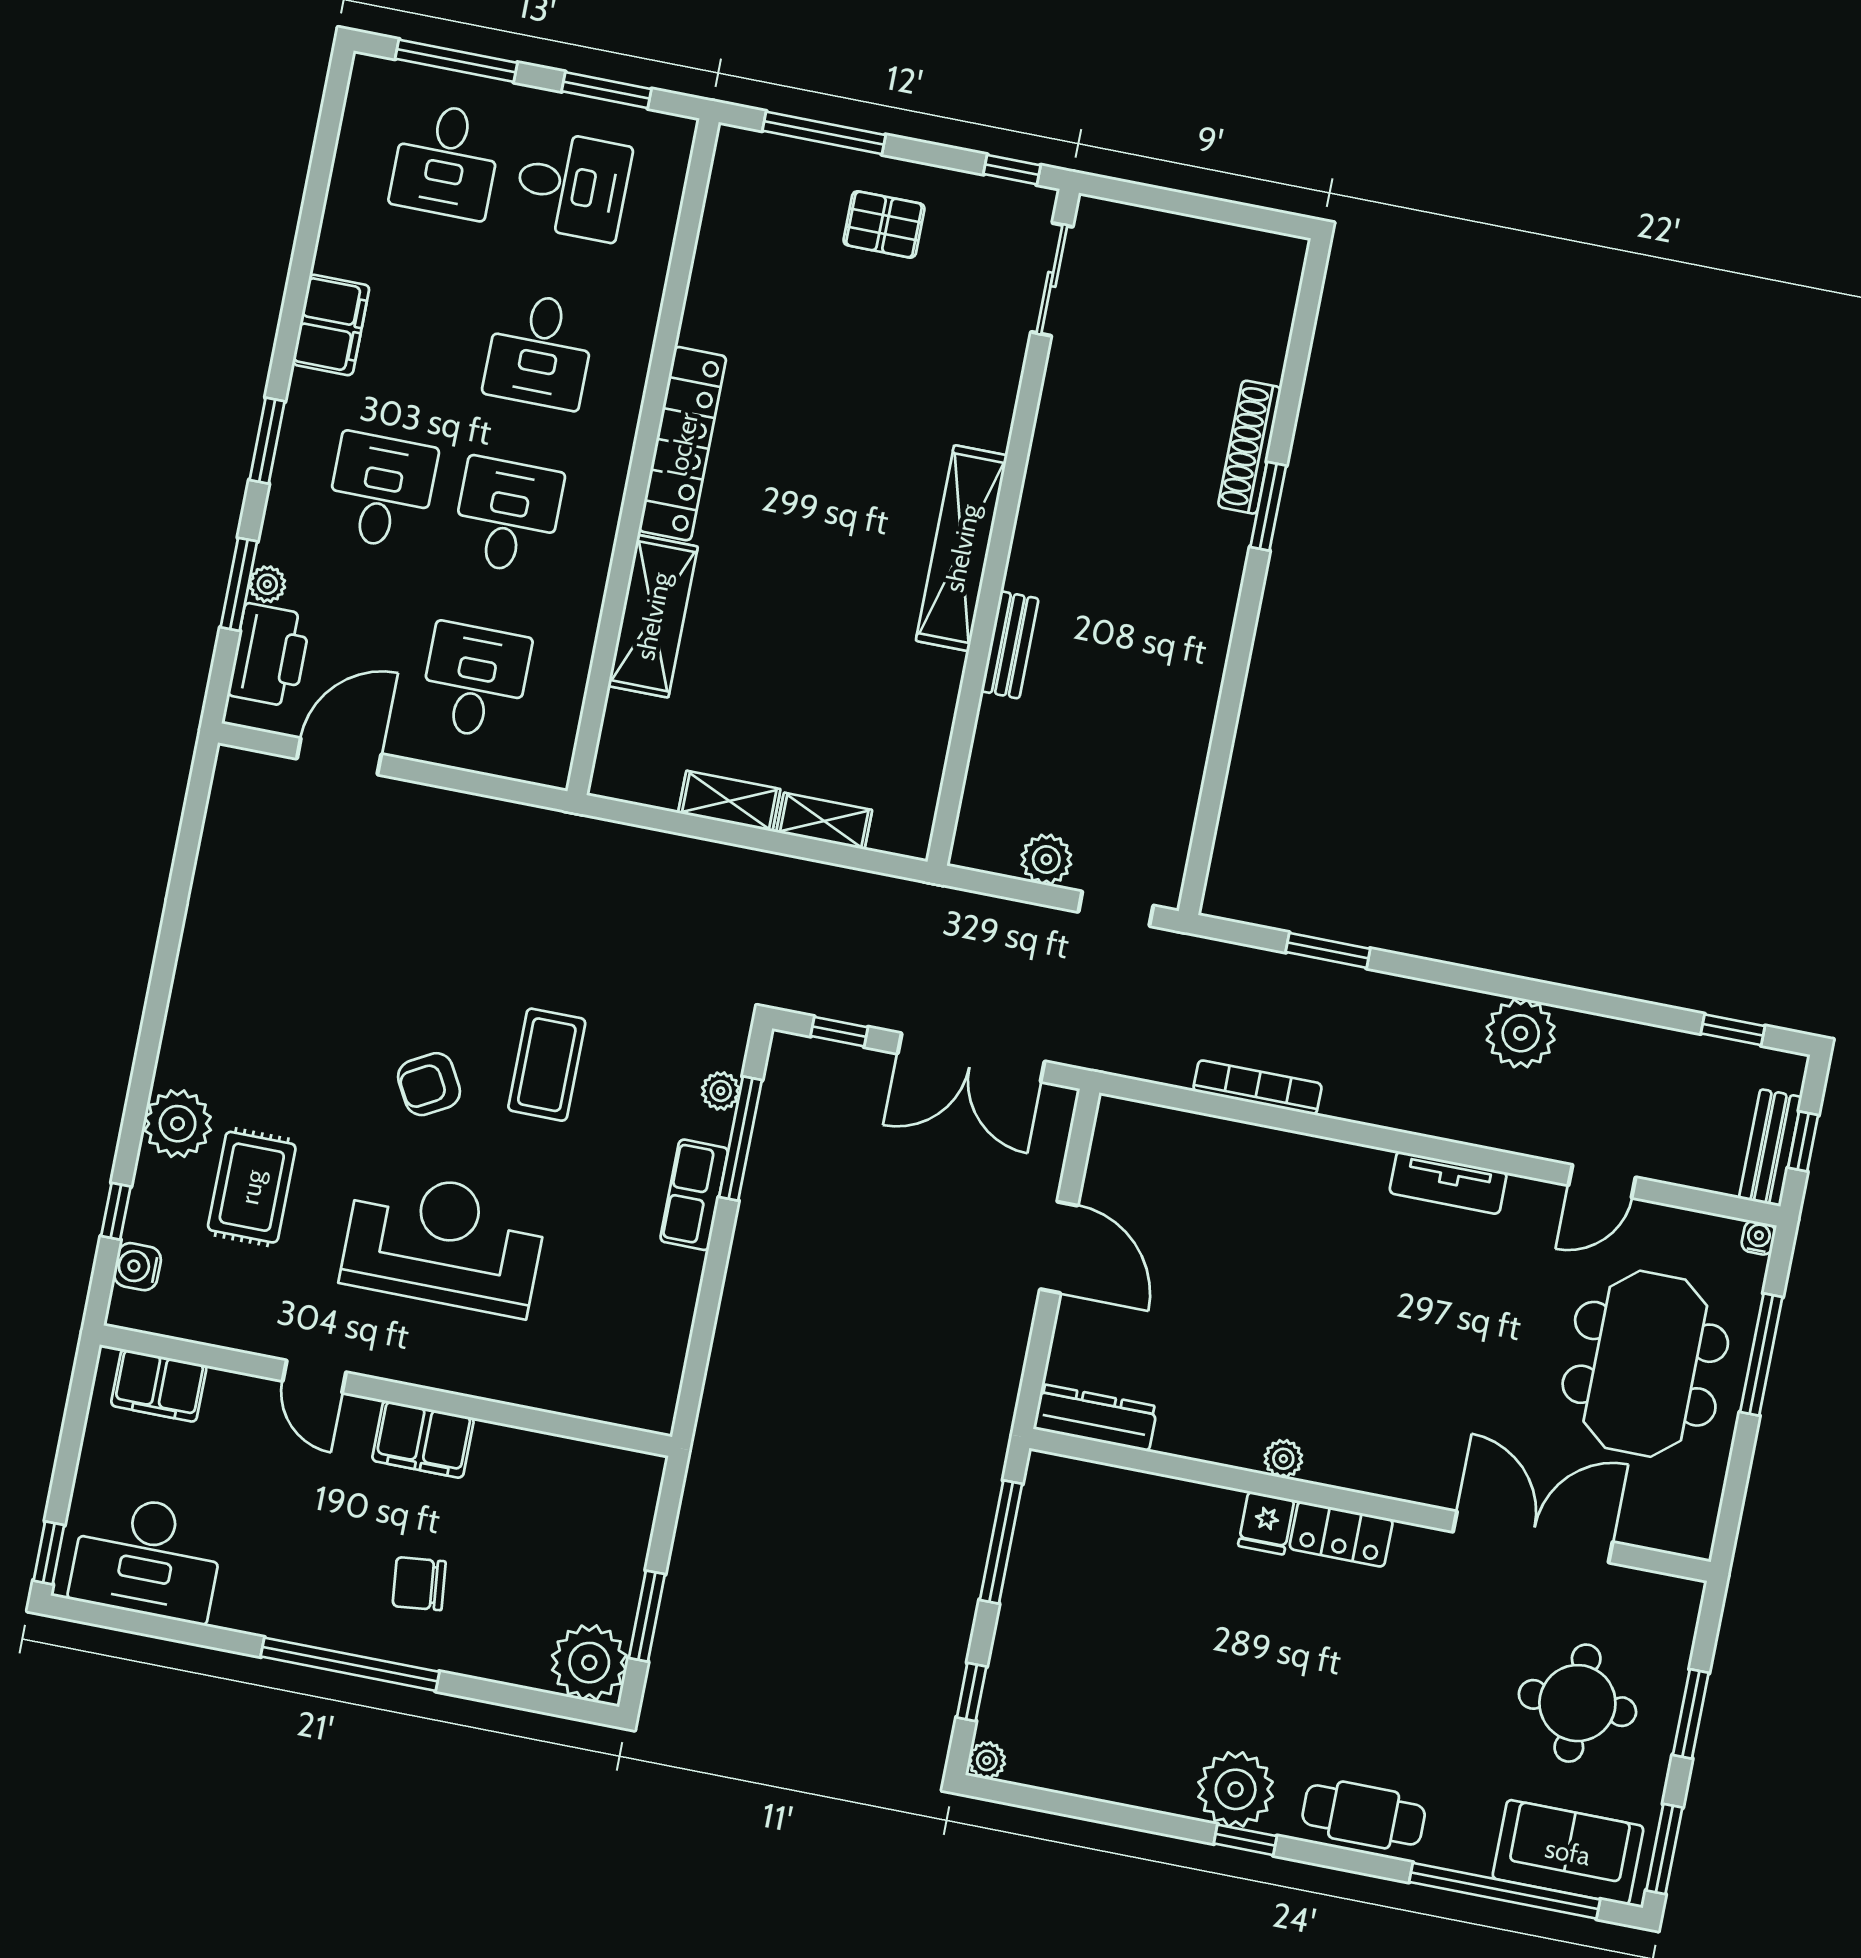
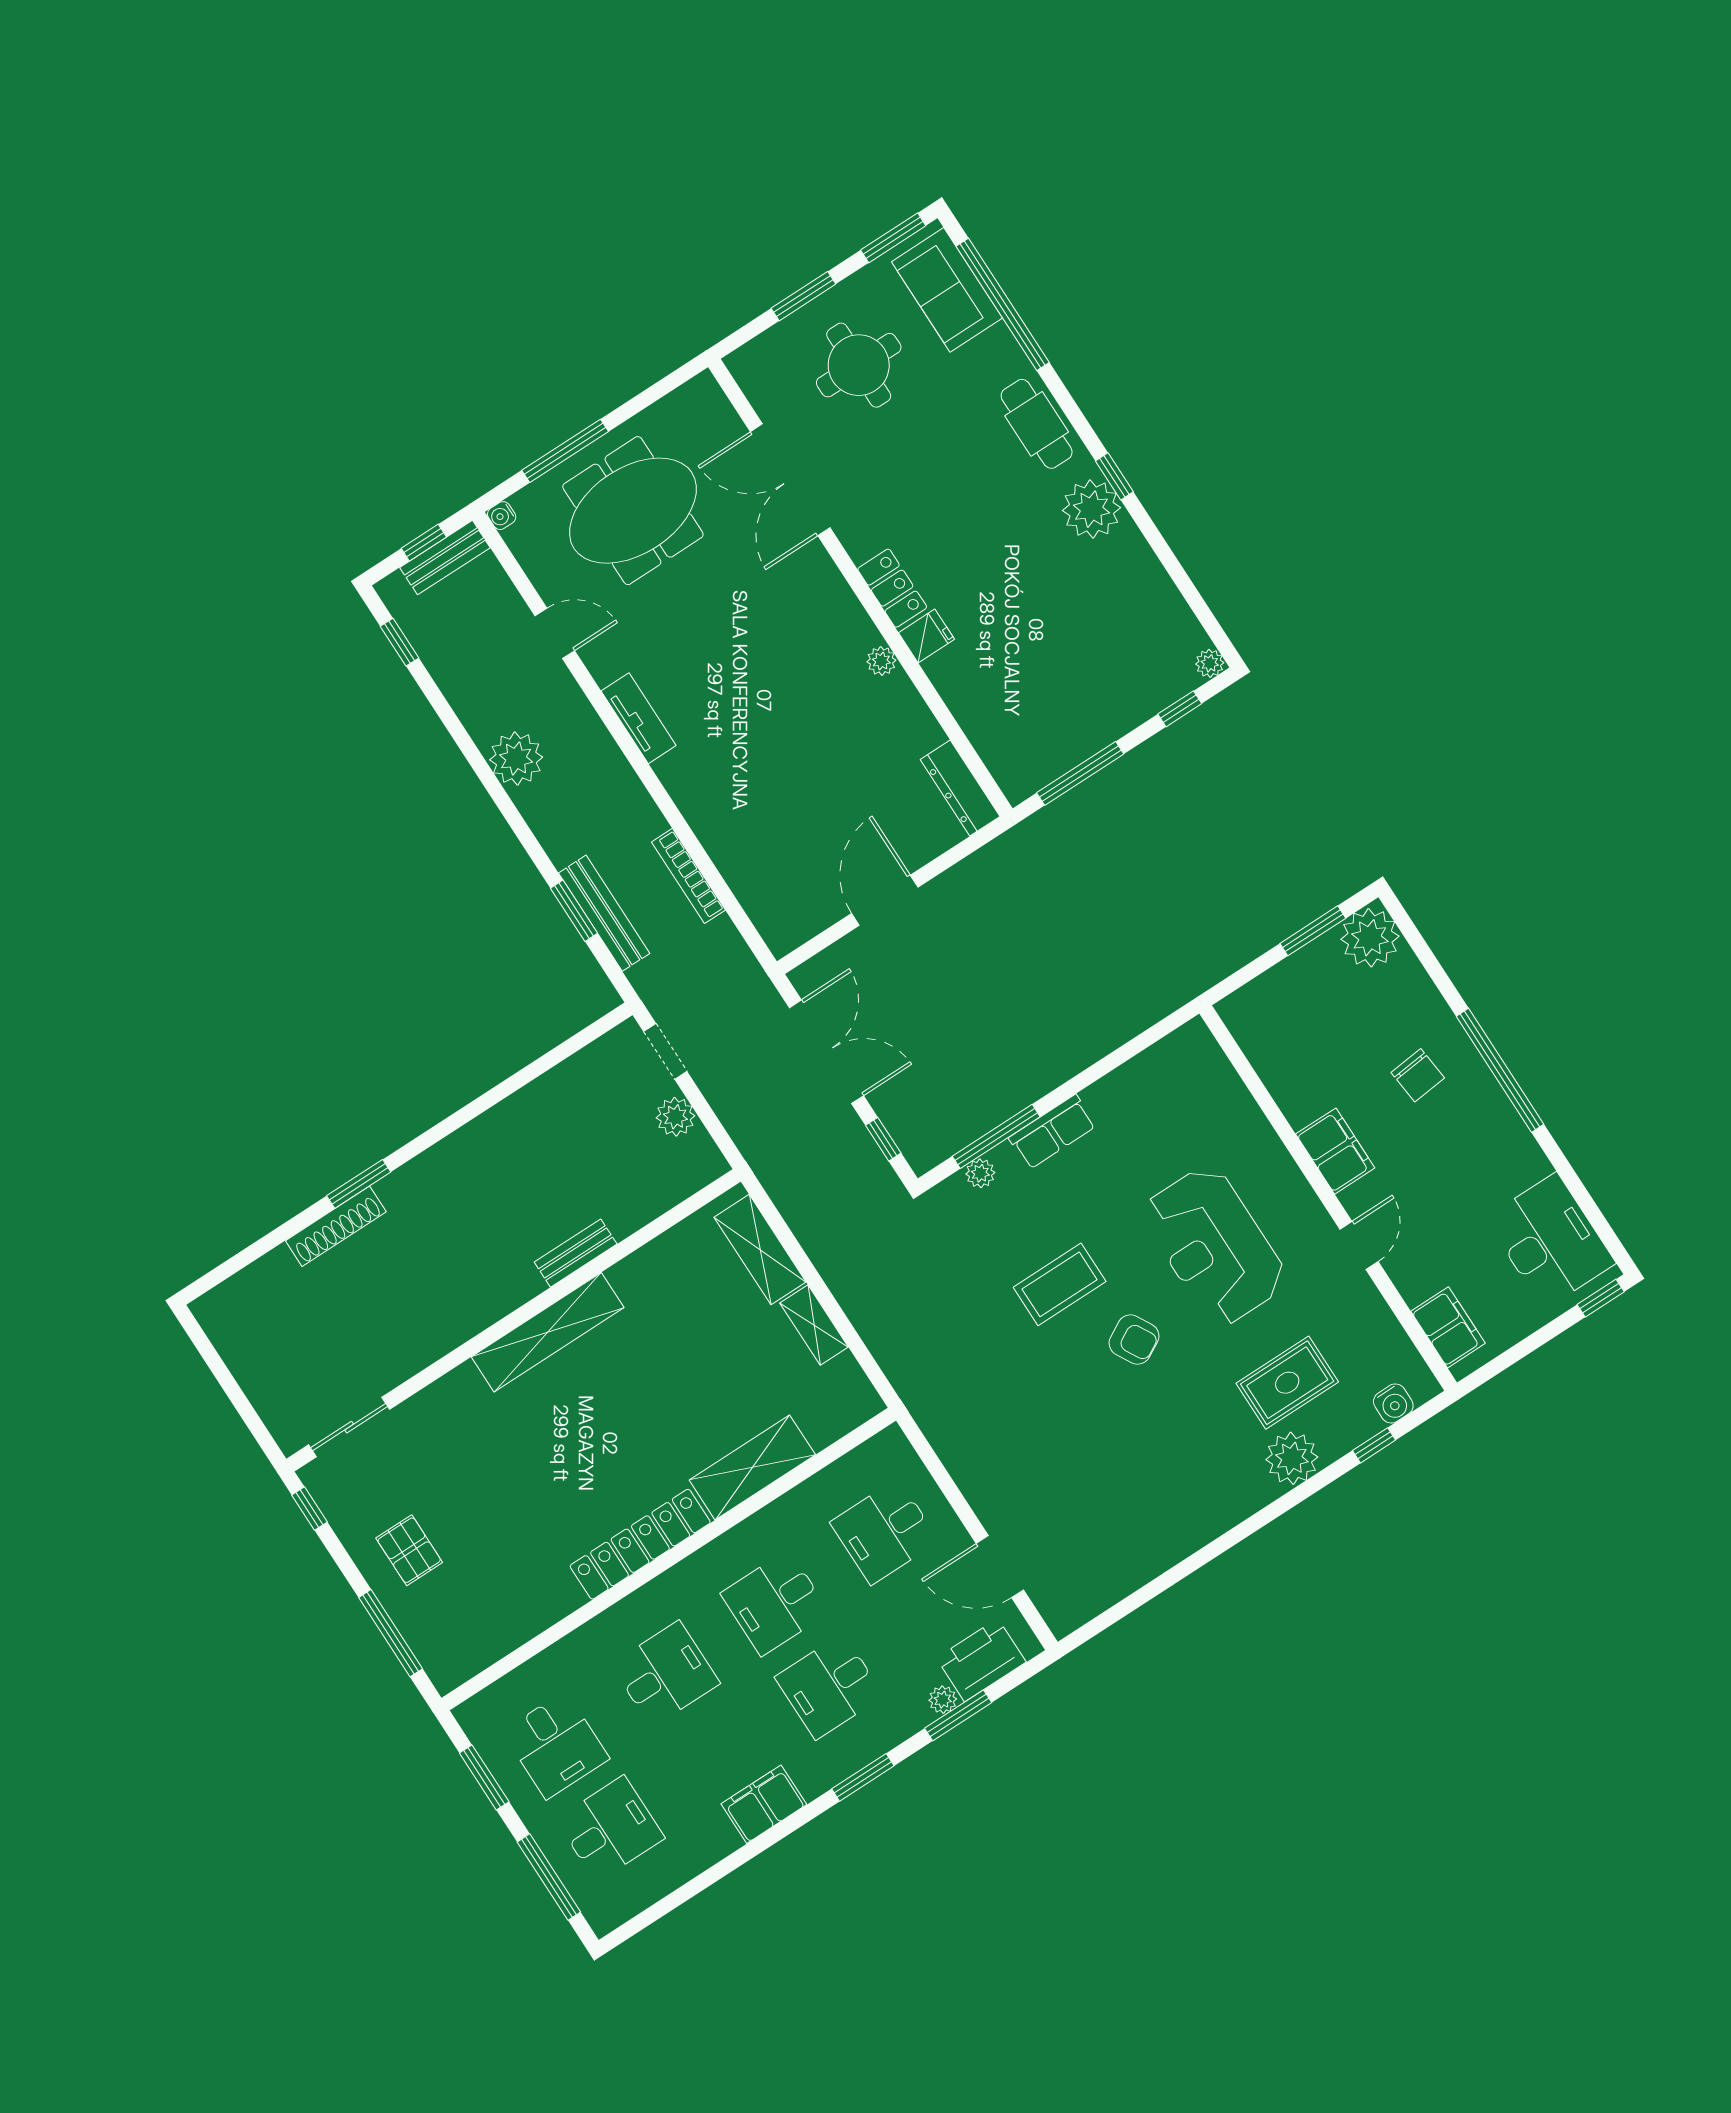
desk: (572, 185) -> (556, 1745), turned 180
shelving: (824, 821) -> (760, 1250), width x1.50, depth x1.33
bench: (1299, 976) -> (604, 913), added

